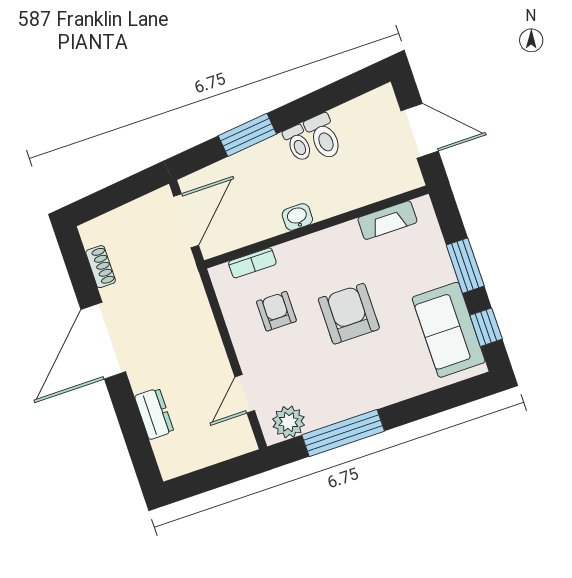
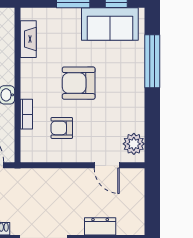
bookcase: (252, 263) -> (26, 114), moved
window: (343, 433) -> (152, 61), moved

